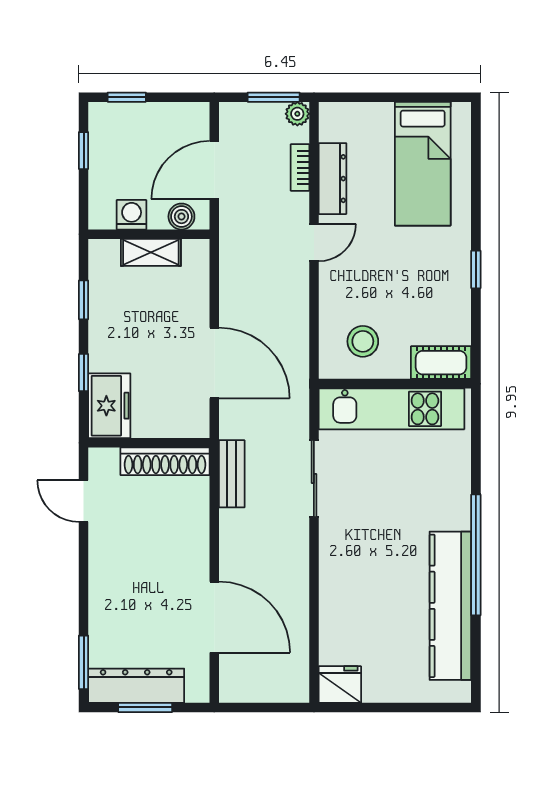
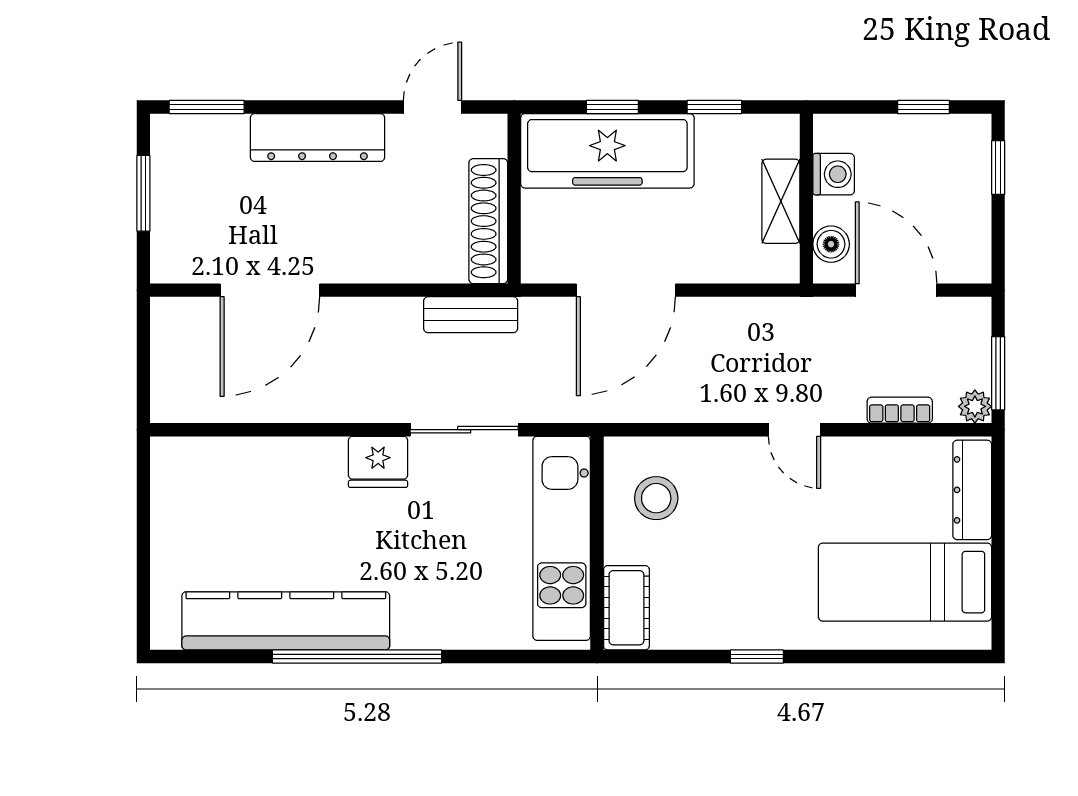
dresser: (332, 179) -> (972, 490), moved, turned 90
freezer: (109, 406) -> (607, 151), width x1.91, depth x1.26
fridge: (340, 684) -> (378, 462), moved, turned 90
dresser: (136, 686) -> (317, 138), moved, turned 90

